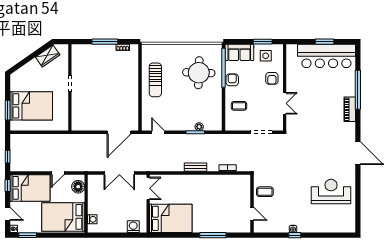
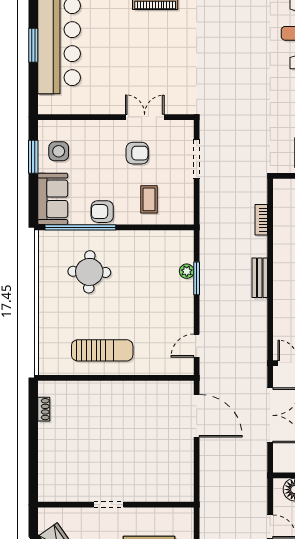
window: (105, 42) -> (33, 441), removed
round table: (199, 73) -> (89, 272), width x0.73, depth x0.73
armchair: (272, 78) -> (137, 153), moved

